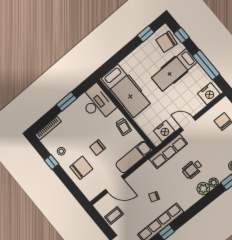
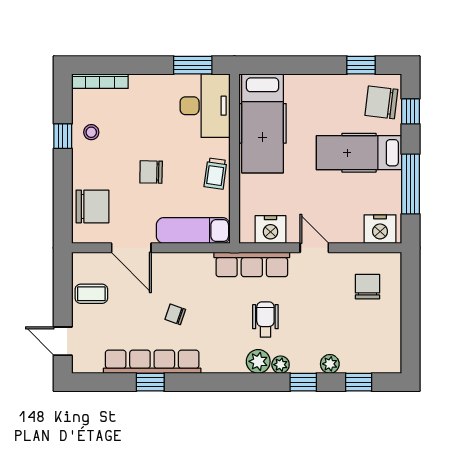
window: (66, 102) -> (193, 65), moved
chair: (81, 168) -> (92, 206), moved
wheelchair: (192, 169) -> (265, 319), turned 90

